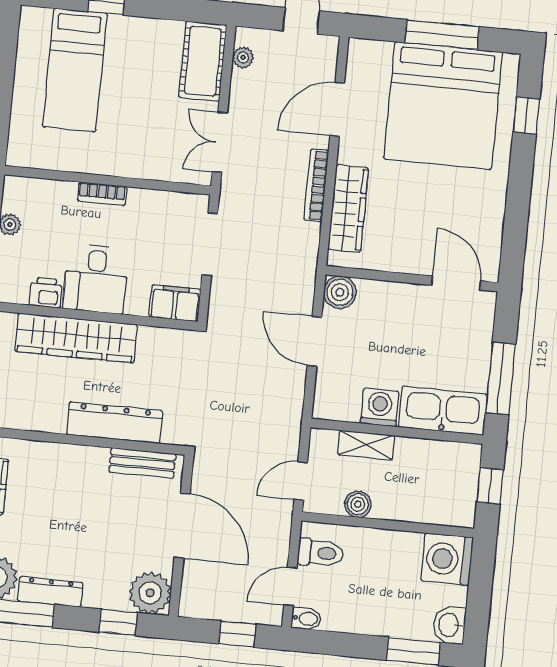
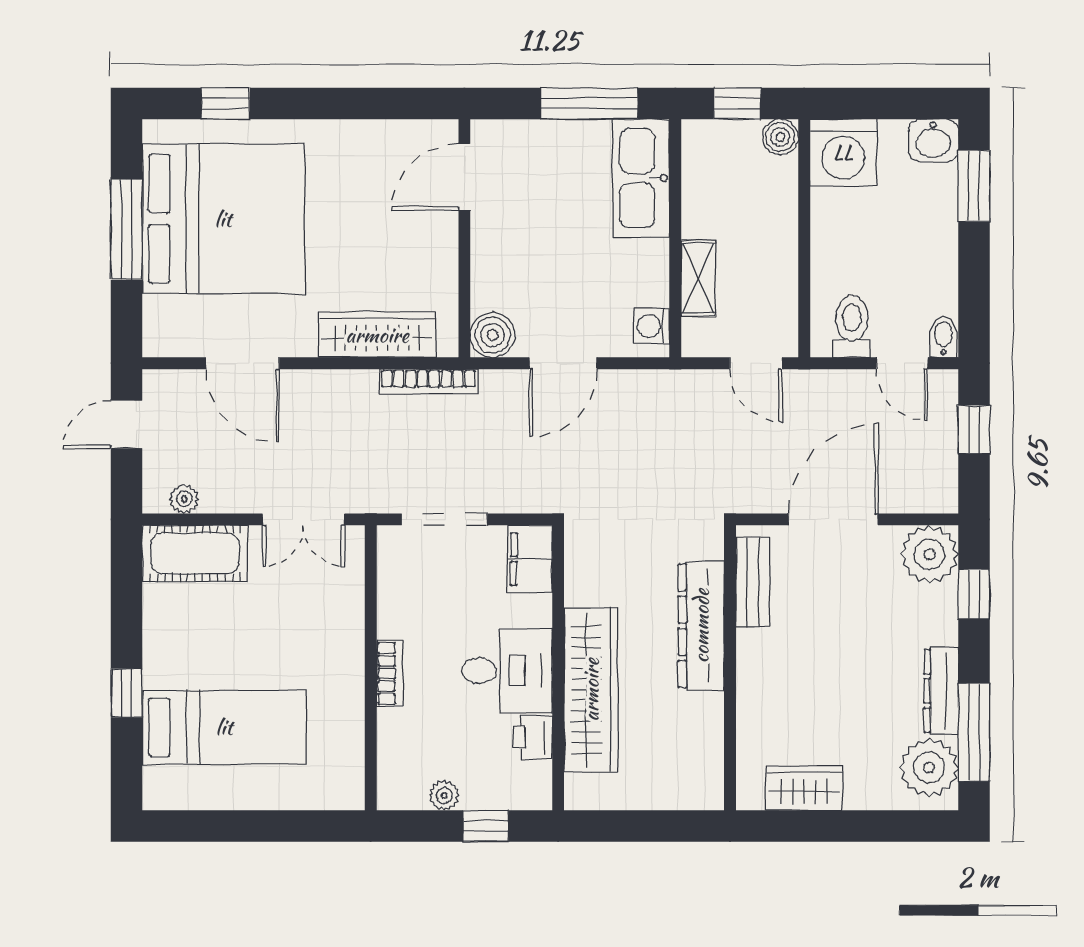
bookcase: (316, 185) -> (428, 382), moved
washing machine: (380, 407) -> (652, 326), moved, width x0.73, depth x0.73
boiler: (358, 504) -> (780, 137), moved

